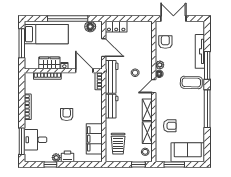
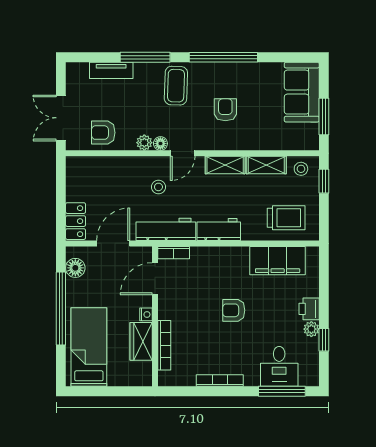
window: (22, 43) -> (105, 391), removed
tv unit: (200, 51) -> (111, 70), width x0.71
door: (154, 86) -> (183, 153), hinge flipped
armchair: (170, 126) -> (225, 110), moved

